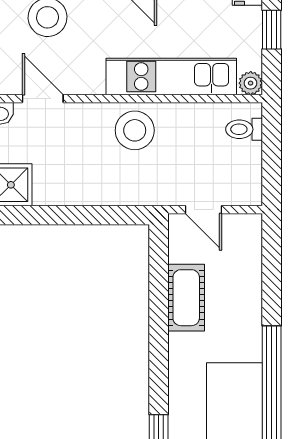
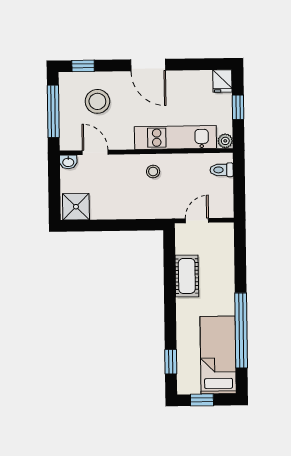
stool: (135, 130) -> (153, 172), width x0.53, depth x0.53
door: (204, 210) -> (197, 221), swing flipped

